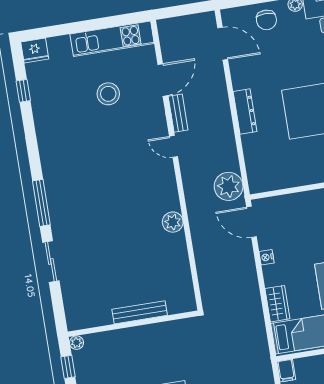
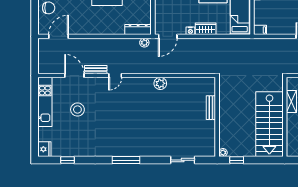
dresser: (245, 112) -> (138, 30), moved
plant: (229, 186) -> (144, 43), width x0.53, depth x0.53
window: (41, 203) -> (126, 160), moved
sliding door: (51, 261) -> (183, 160), moved
wardrobe: (277, 304) -> (206, 29), moved
bench: (140, 312) -> (211, 108), width x0.73

